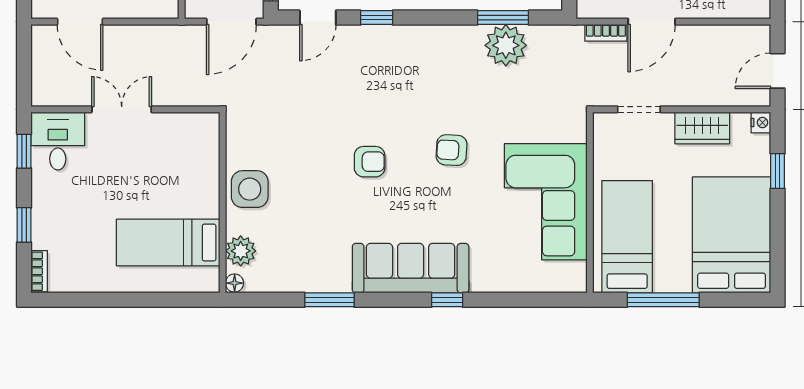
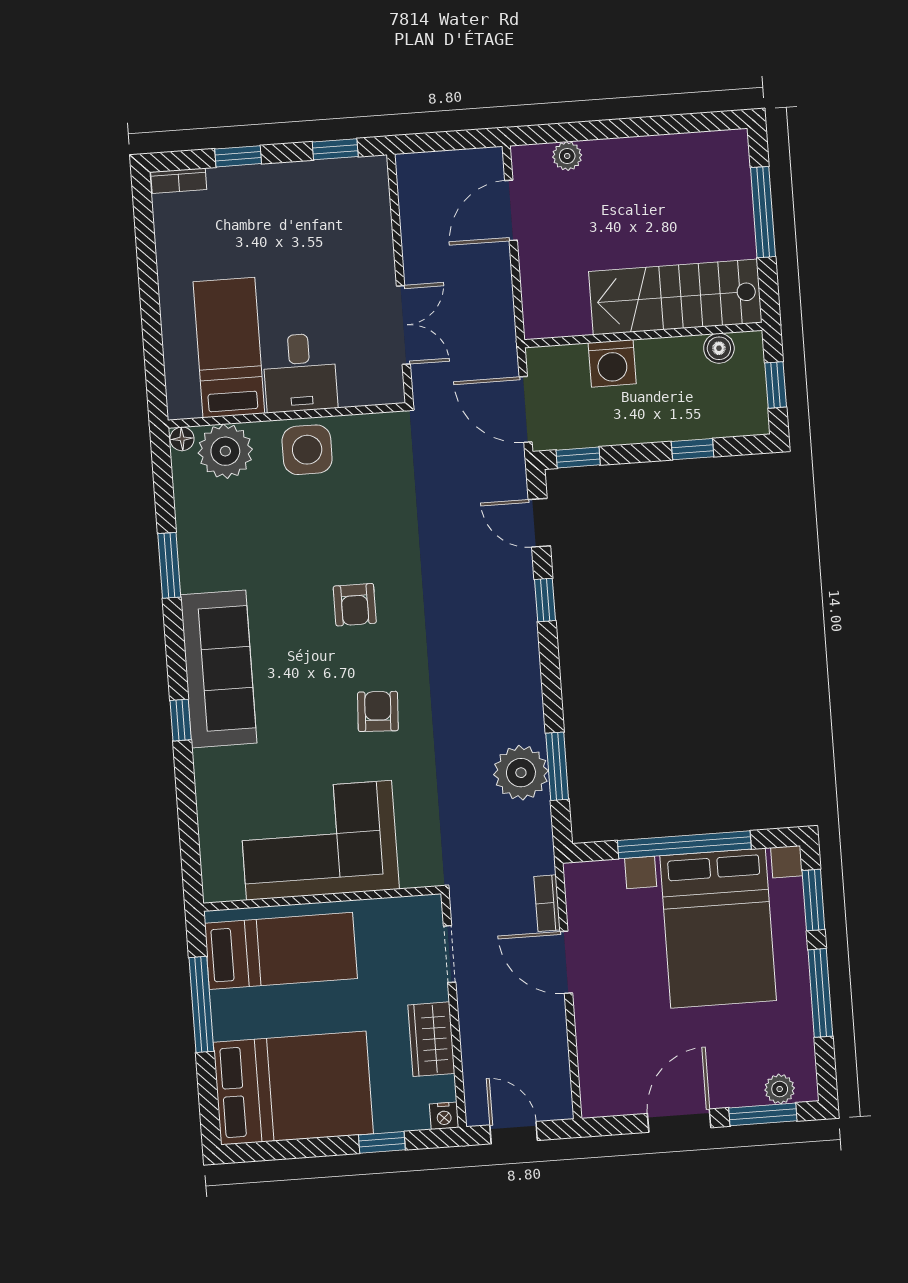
double door: (122, 109) -> (403, 325), moved
desk: (58, 141) -> (300, 373), moved, turned 90
plant: (241, 251) -> (225, 451), width x1.36, depth x1.36

